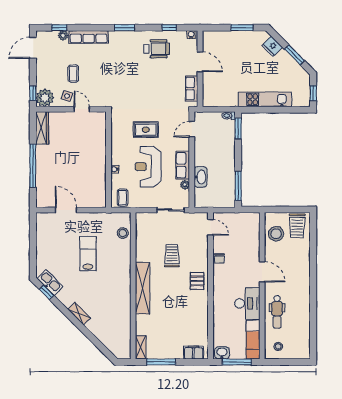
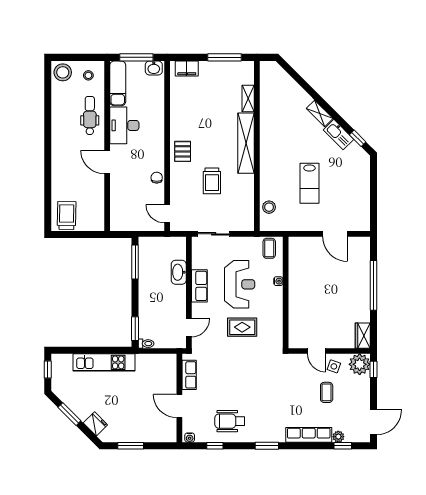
wardrobe: (42, 128) -> (363, 336), width x0.67
plant: (185, 185) -> (197, 263), removed
stool: (276, 234) -> (63, 72), moved
kitchen sink: (50, 282) -> (339, 135), moved
shelving: (141, 347) -> (248, 98), moved

